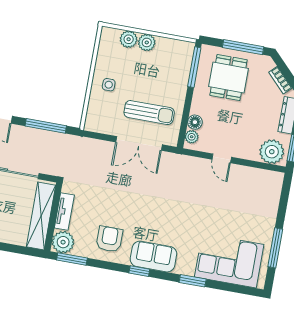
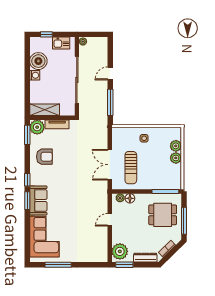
shelving: (41, 216) -> (45, 110), width x0.68
sofa: (153, 257) -> (38, 201), moved
window: (193, 281) -> (27, 201), moved

